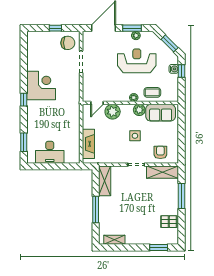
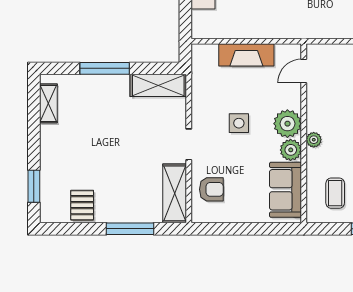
coffee table: (152, 92) -> (335, 193), moved
door: (97, 103) -> (304, 71), hinge flipped
plant: (113, 112) -> (287, 124), moved
side table: (135, 136) -> (239, 123), moved
fireplace: (88, 144) -> (246, 55), moved

